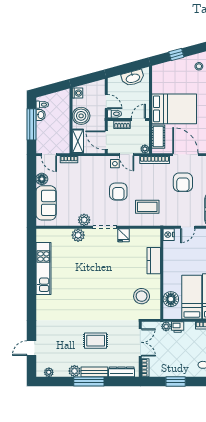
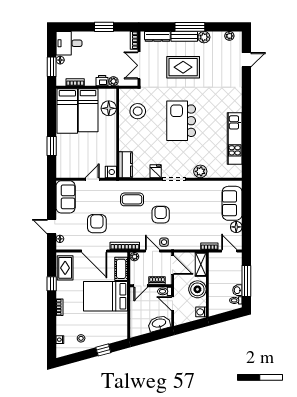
washbasin: (133, 78) -> (159, 323), moved
plant: (84, 220) -> (194, 187), removed
kitchen counter: (154, 261) -> (126, 165), moved
kitchen island: (98, 286) -> (181, 121), added
rug: (96, 341) -> (183, 67), width x1.36, depth x1.43

